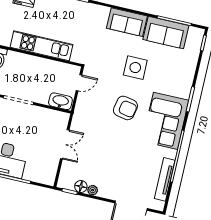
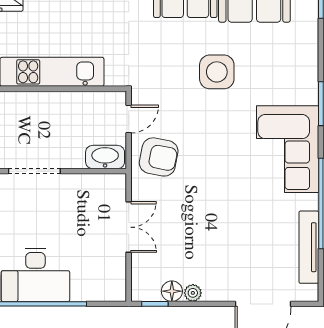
armchair: (125, 108) -> (159, 157), moved

